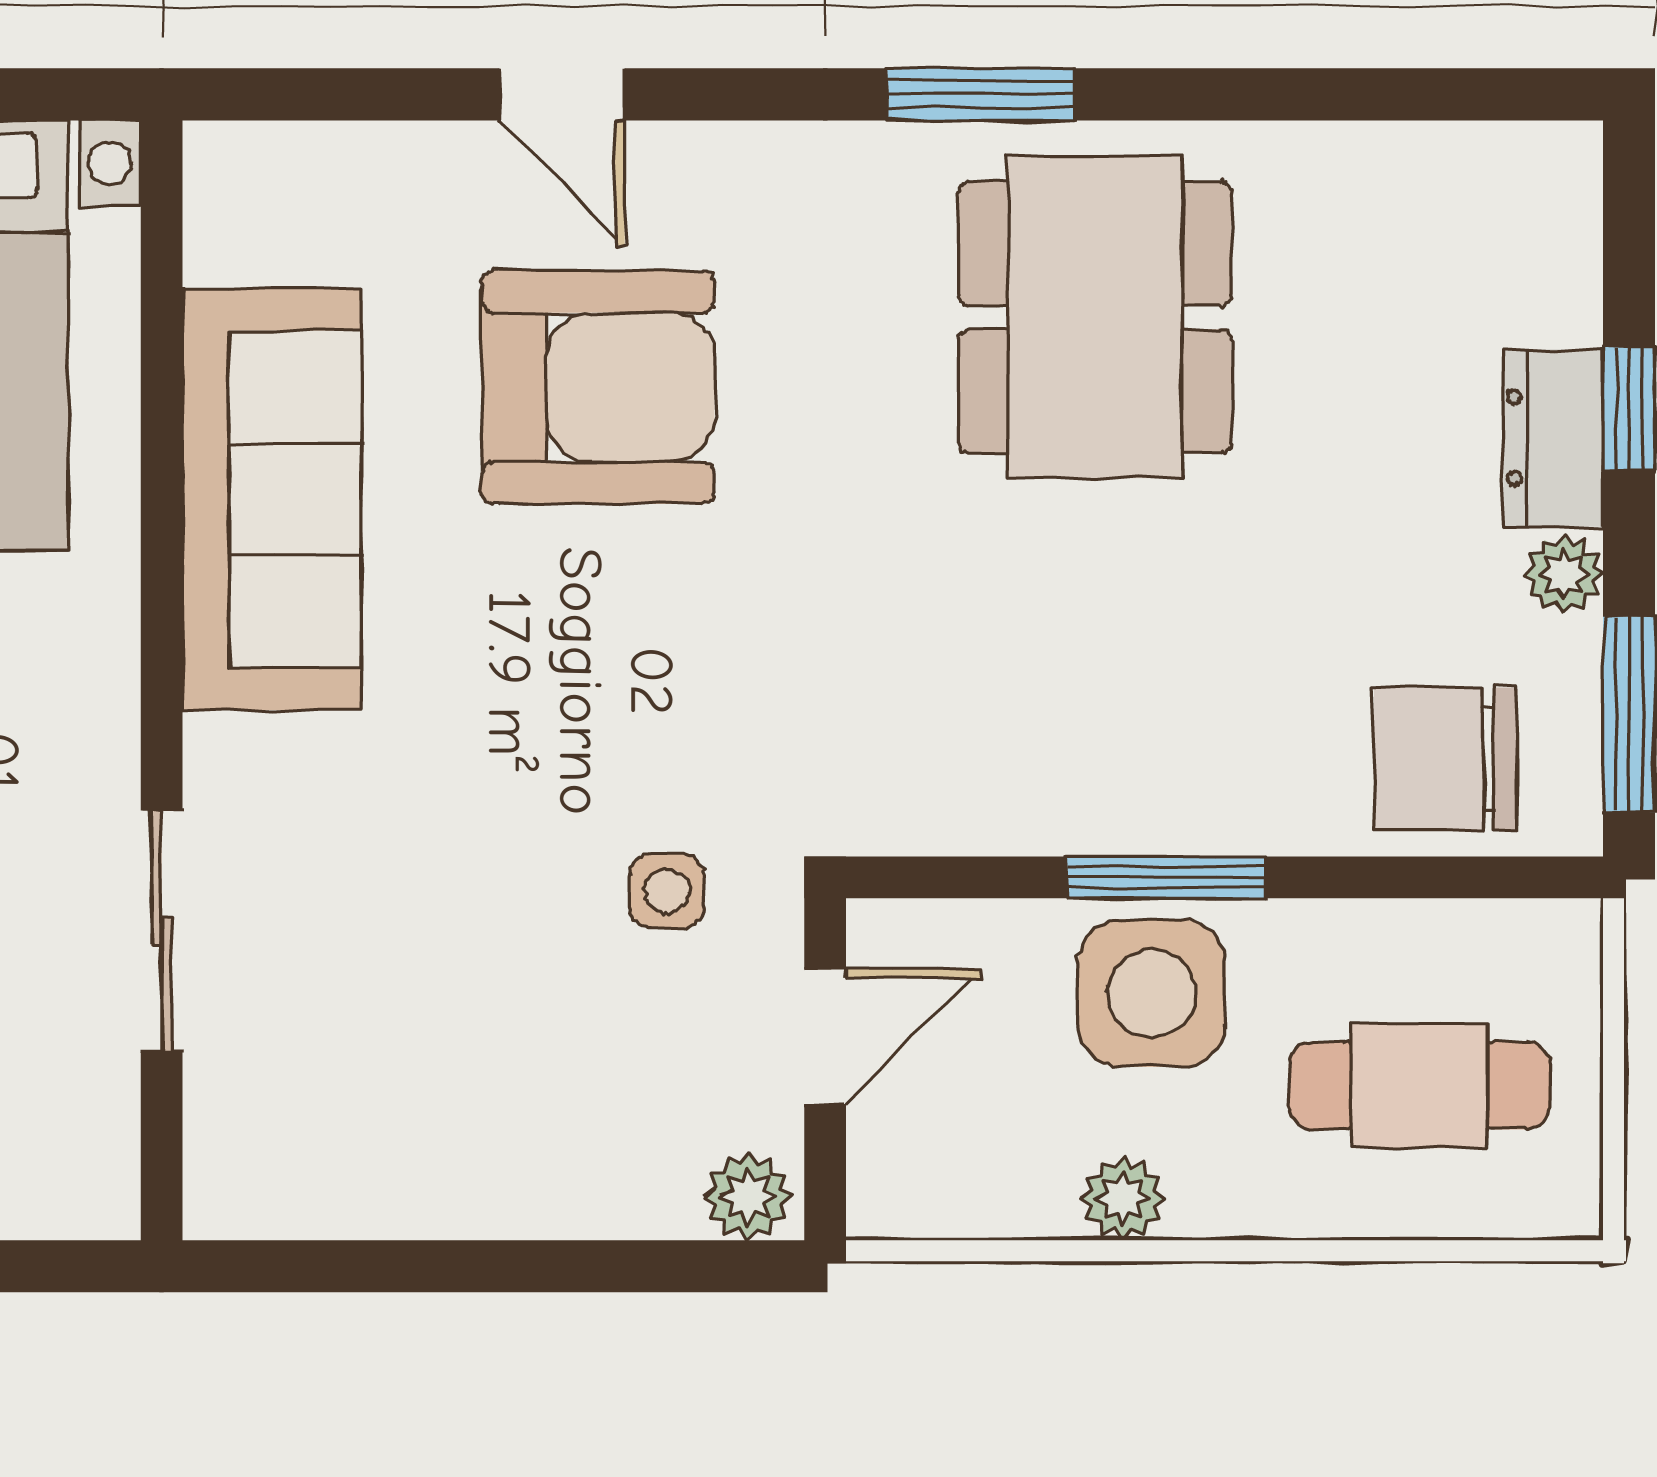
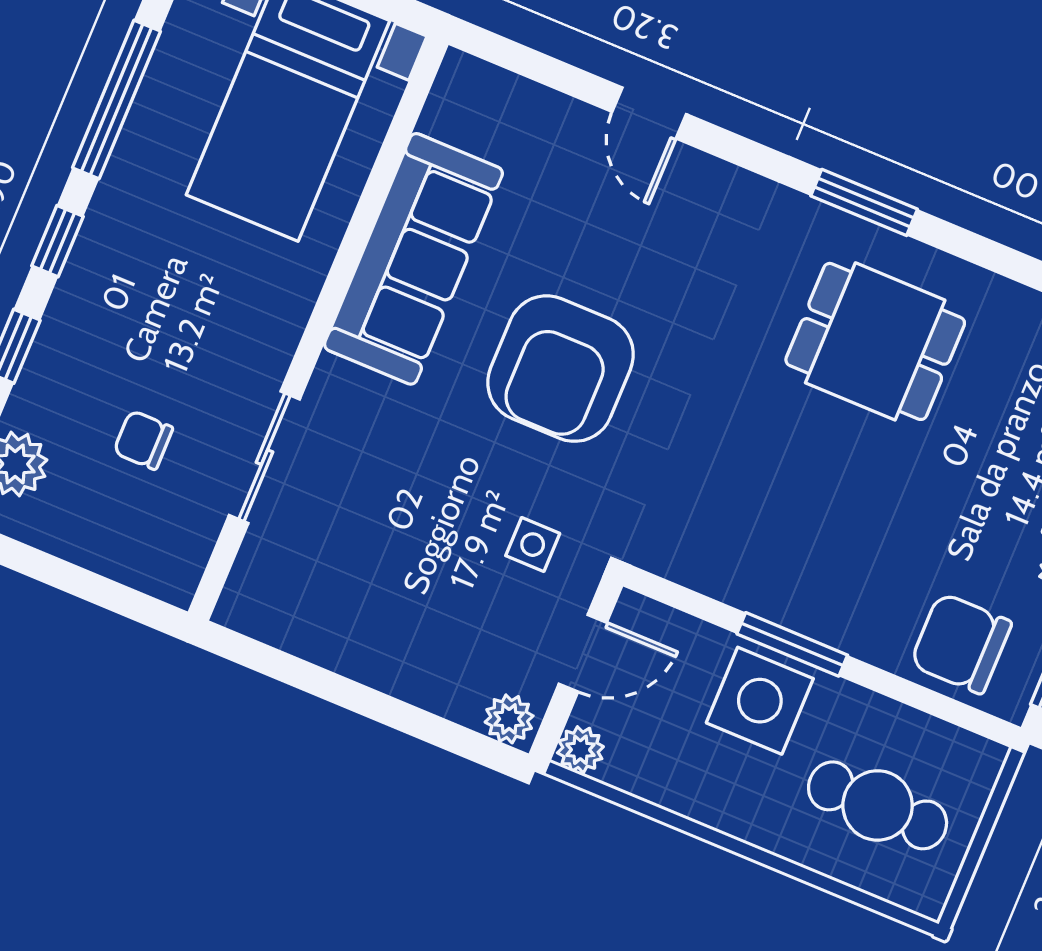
dining table: (1095, 317) -> (875, 341), width x0.73
armchair: (598, 387) -> (561, 369), moved, turned 90
plant: (1123, 1198) -> (580, 750), moved

